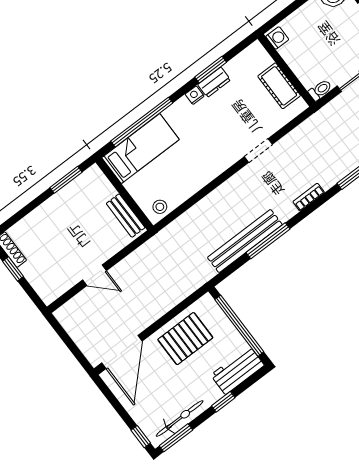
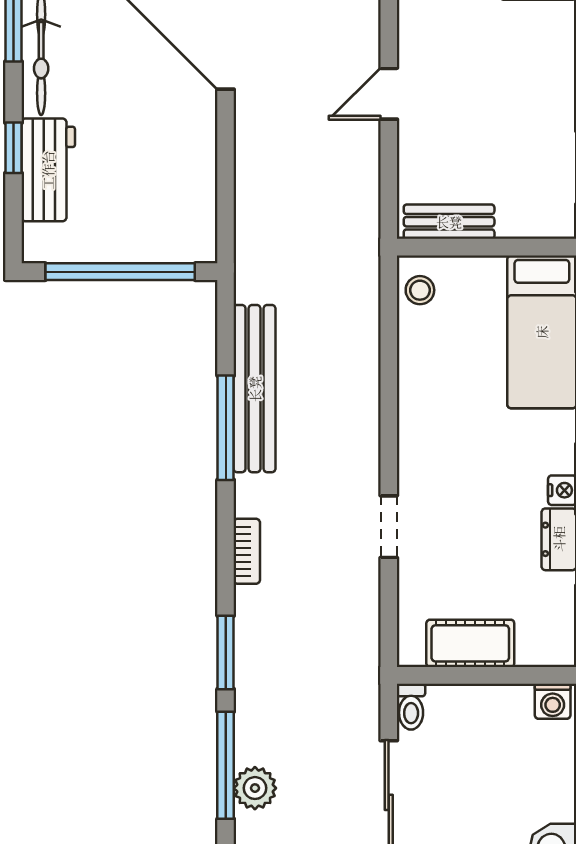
pallet: (185, 339) -> (167, 165), removed
workbench: (237, 370) -> (48, 170), moved

